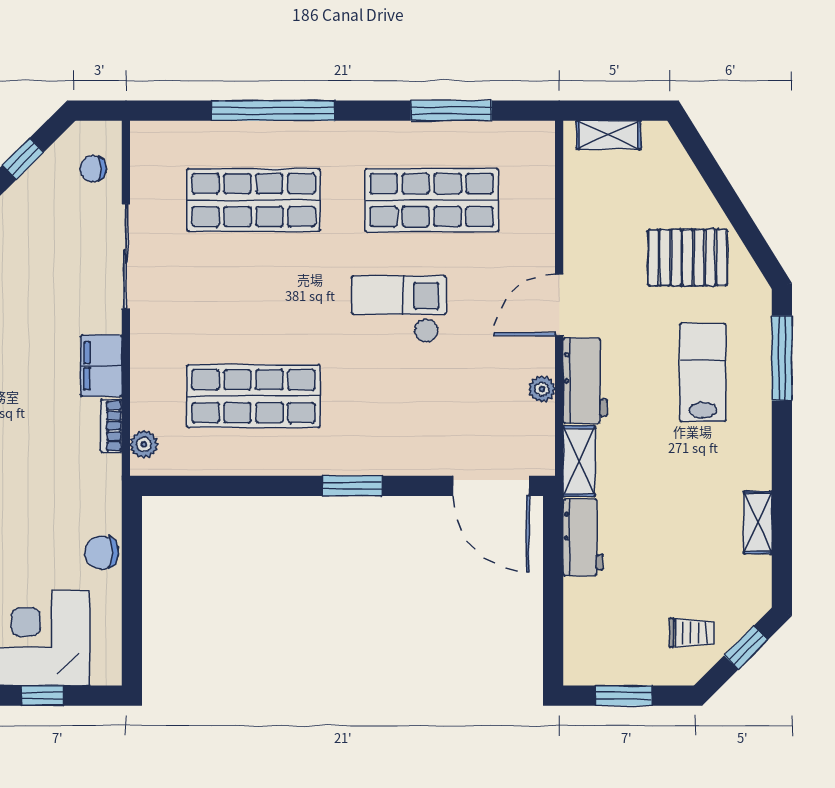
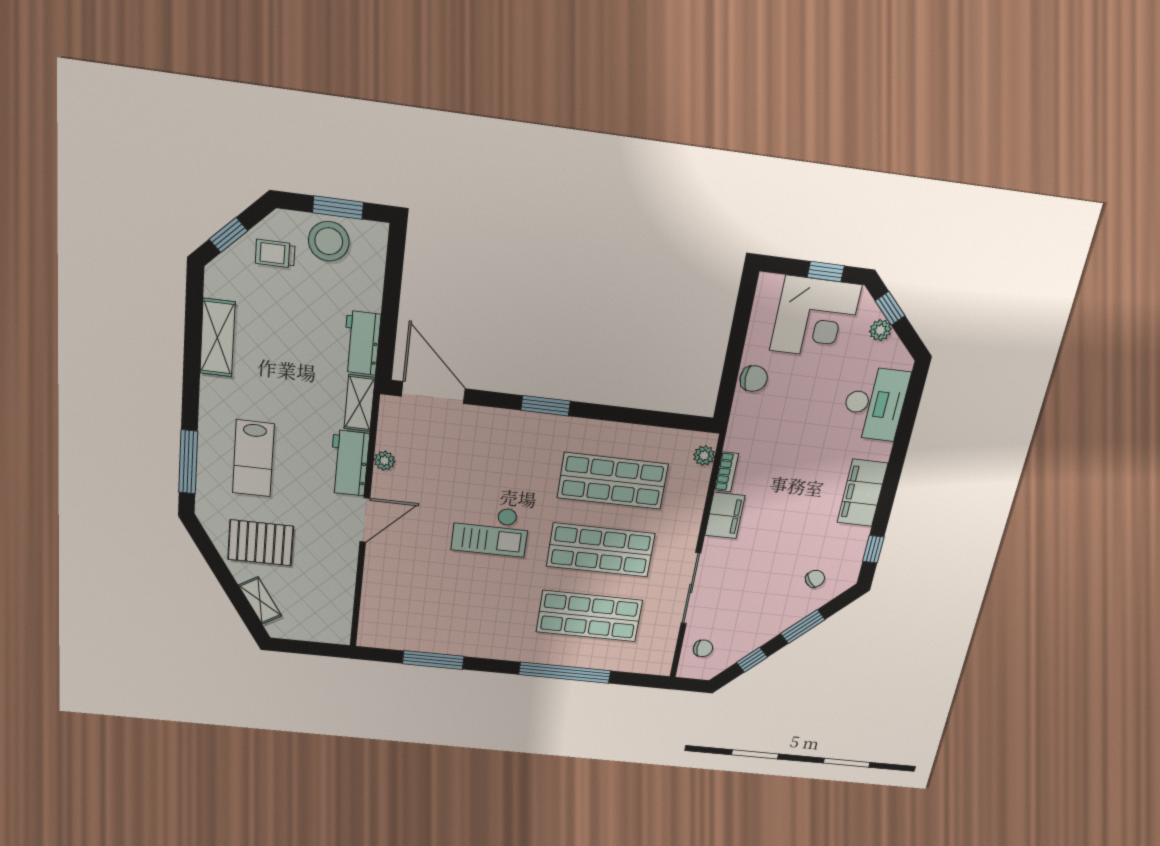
shelving: (609, 135) -> (260, 601), moved, turned 58
shop shelf: (432, 200) -> (601, 550), moved
shelving: (758, 523) -> (217, 338), width x1.50, depth x1.33
stool: (631, 655) -> (329, 241), added

